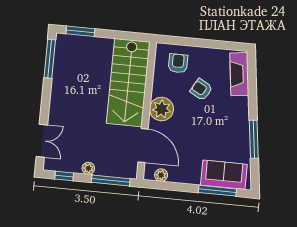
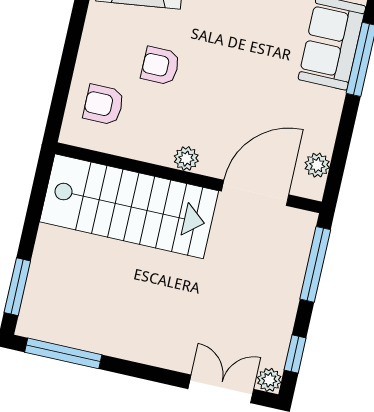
armchair: (201, 90) -> (160, 66), turned 61
plant: (162, 109) -> (186, 159), width x0.53, depth x0.53
plant: (88, 168) -> (269, 380), moved

